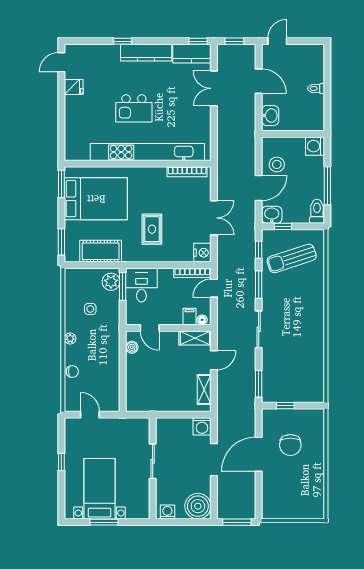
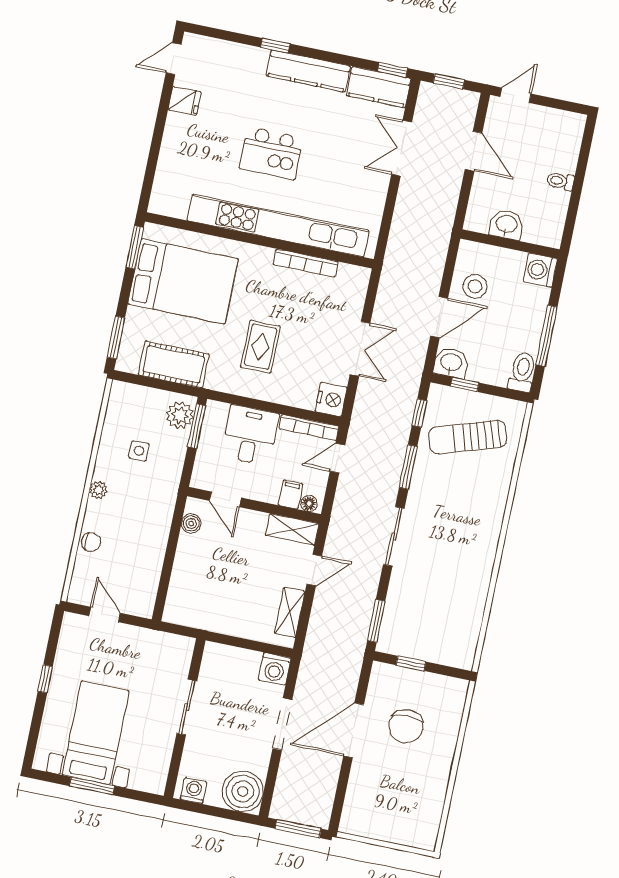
washbasin: (270, 115) -> (507, 225), moved, turned -90
bookcase: (187, 172) -> (306, 263), moved
desk: (141, 285) -> (250, 435), moved

